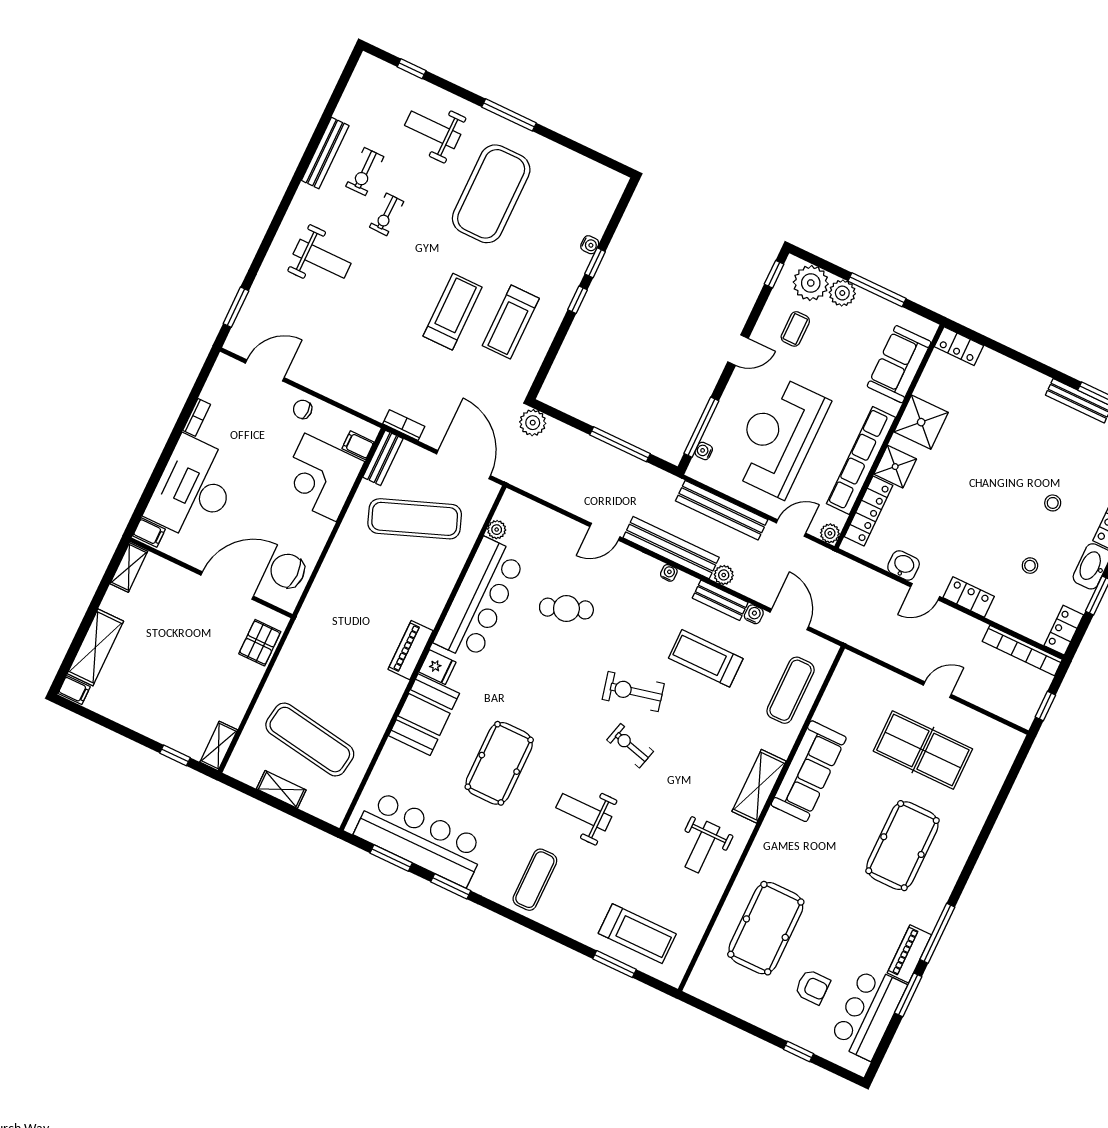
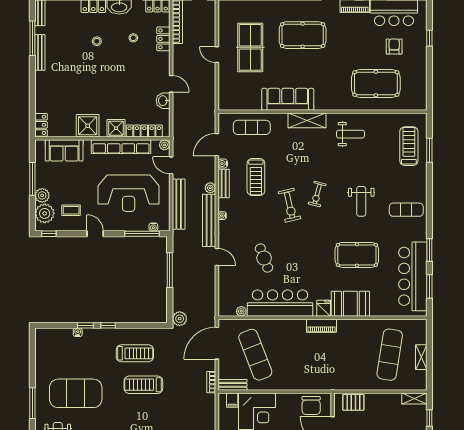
locker: (969, 597) -> (163, 39), moved

